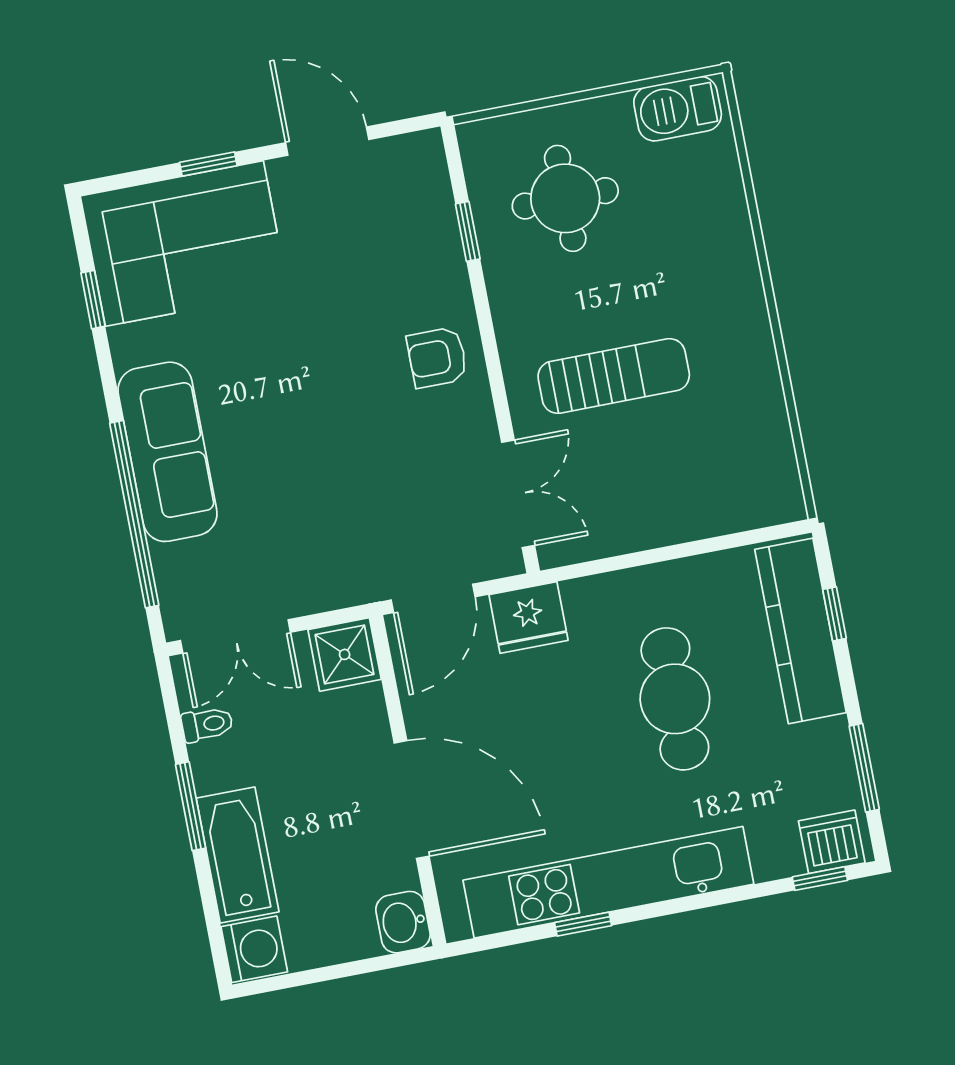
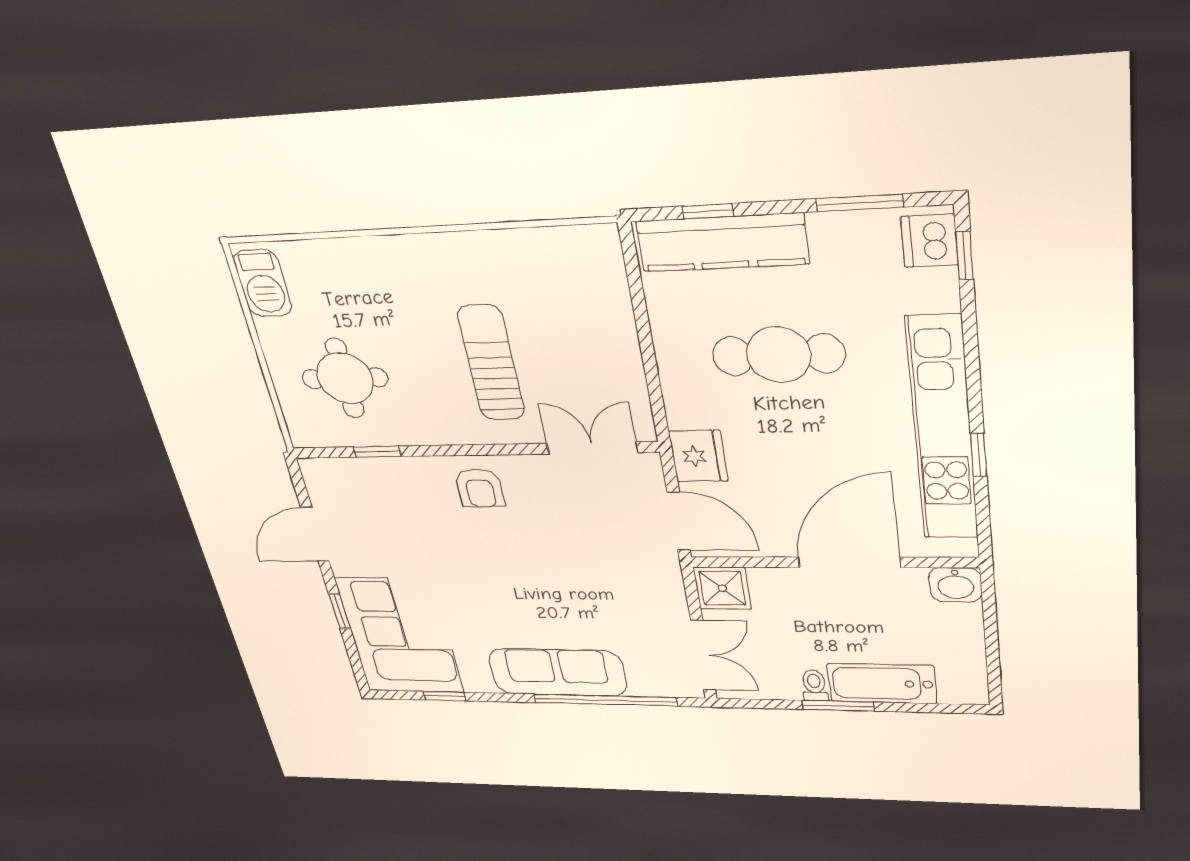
toilet: (207, 724) -> (814, 685), moved
washing machine: (254, 949) -> (963, 686), removed

